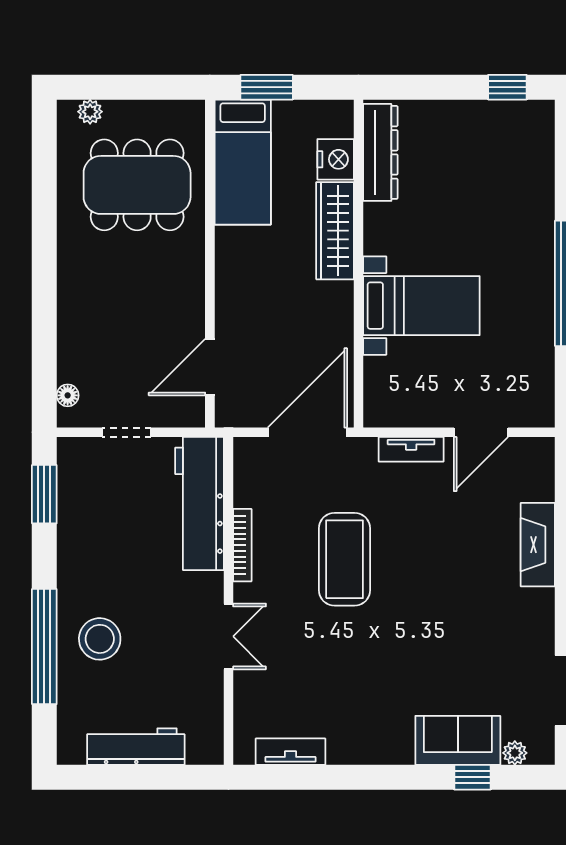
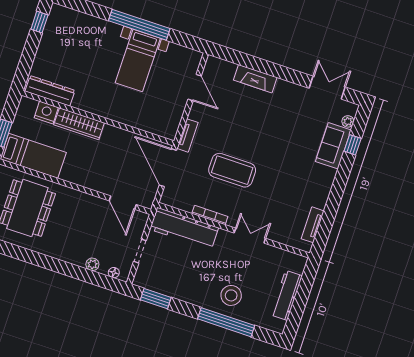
bed with nightstands: (421, 306) -> (138, 60), moved, turned 180
plant: (70, 348) -> (92, 264), added
tv unit: (411, 449) -> (187, 135), moved

